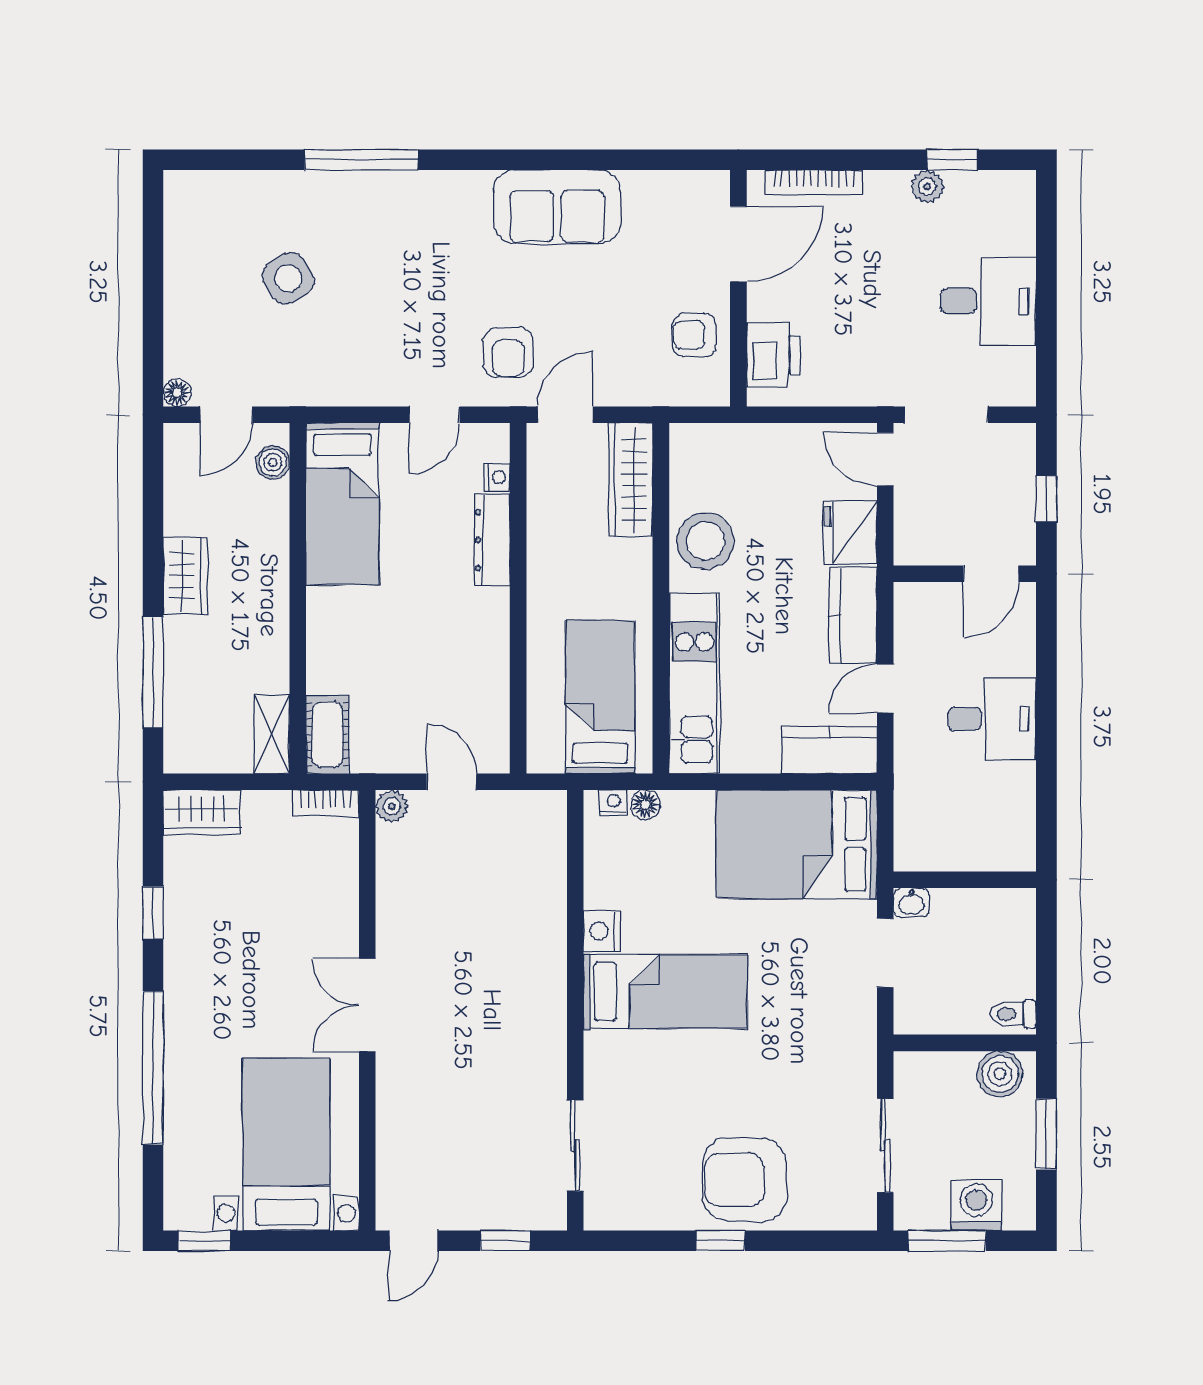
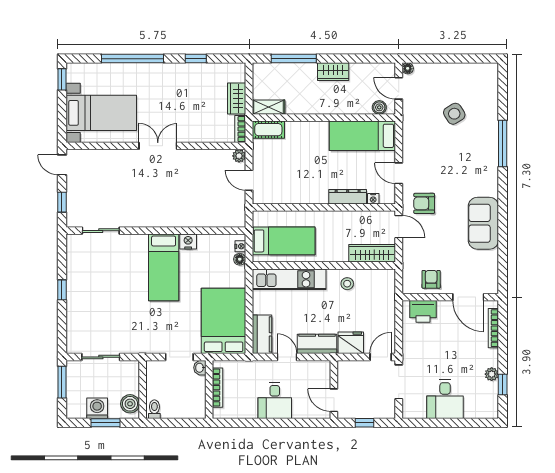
stool: (705, 541) -> (347, 284), width x0.53, depth x0.53
door: (452, 782) -> (249, 180), swing flipped
wardrobe: (202, 812) -> (237, 98), moved
bookcase: (960, 859) -> (218, 388), added
armchair: (745, 1180) -> (87, 300), removed
washing machine: (976, 1205) -> (97, 408), moved, turned -90

